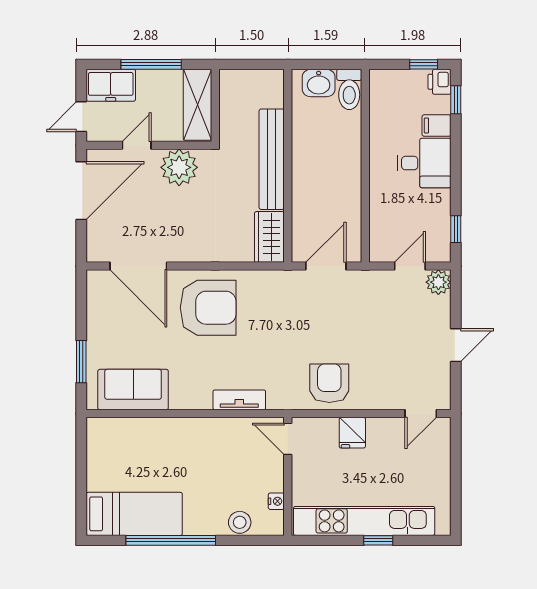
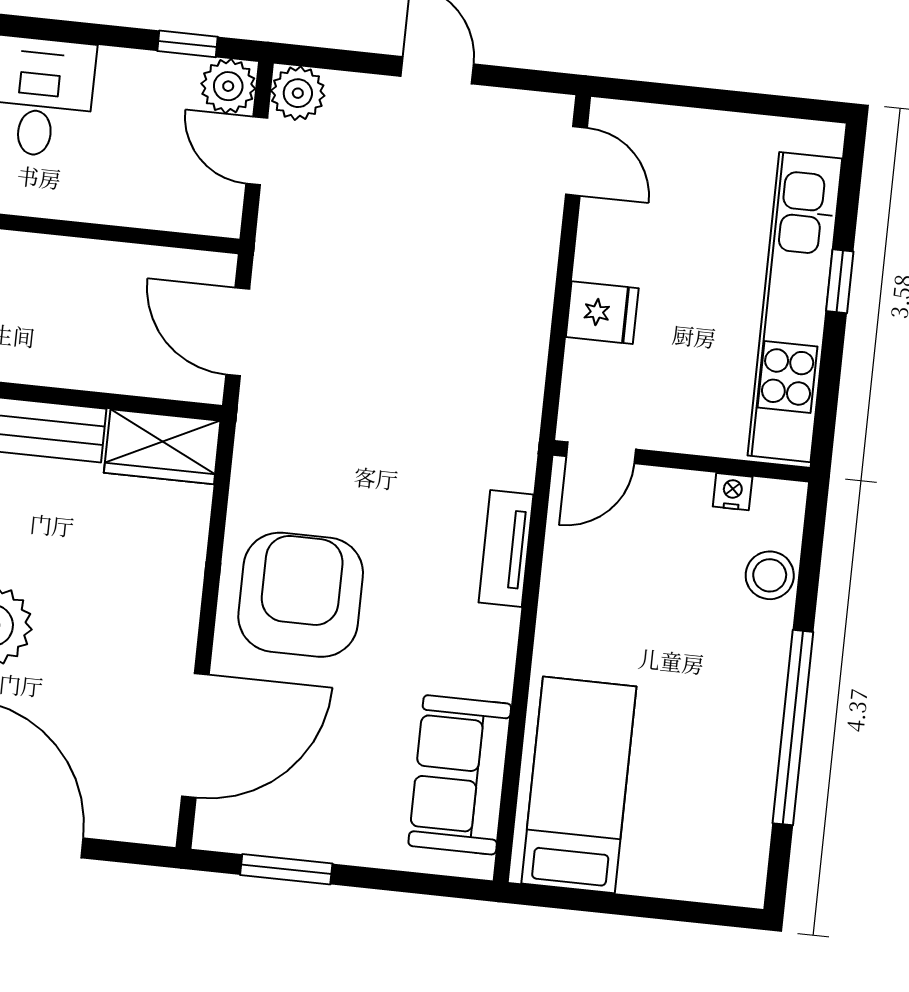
plant: (438, 250) -> (228, 86), added
window: (81, 362) -> (286, 869), moved
armchair: (329, 383) -> (491, 351), removed
bed: (134, 514) -> (579, 785), moved

